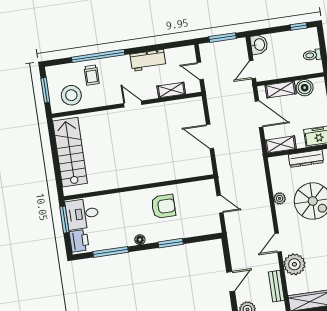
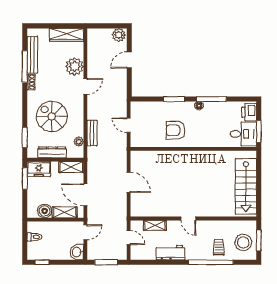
stool: (71, 95) -> (243, 242), moved
plant: (280, 198) -> (79, 142), moved
window: (111, 252) -> (211, 99), moved
bench: (276, 286) -> (92, 133), moved

